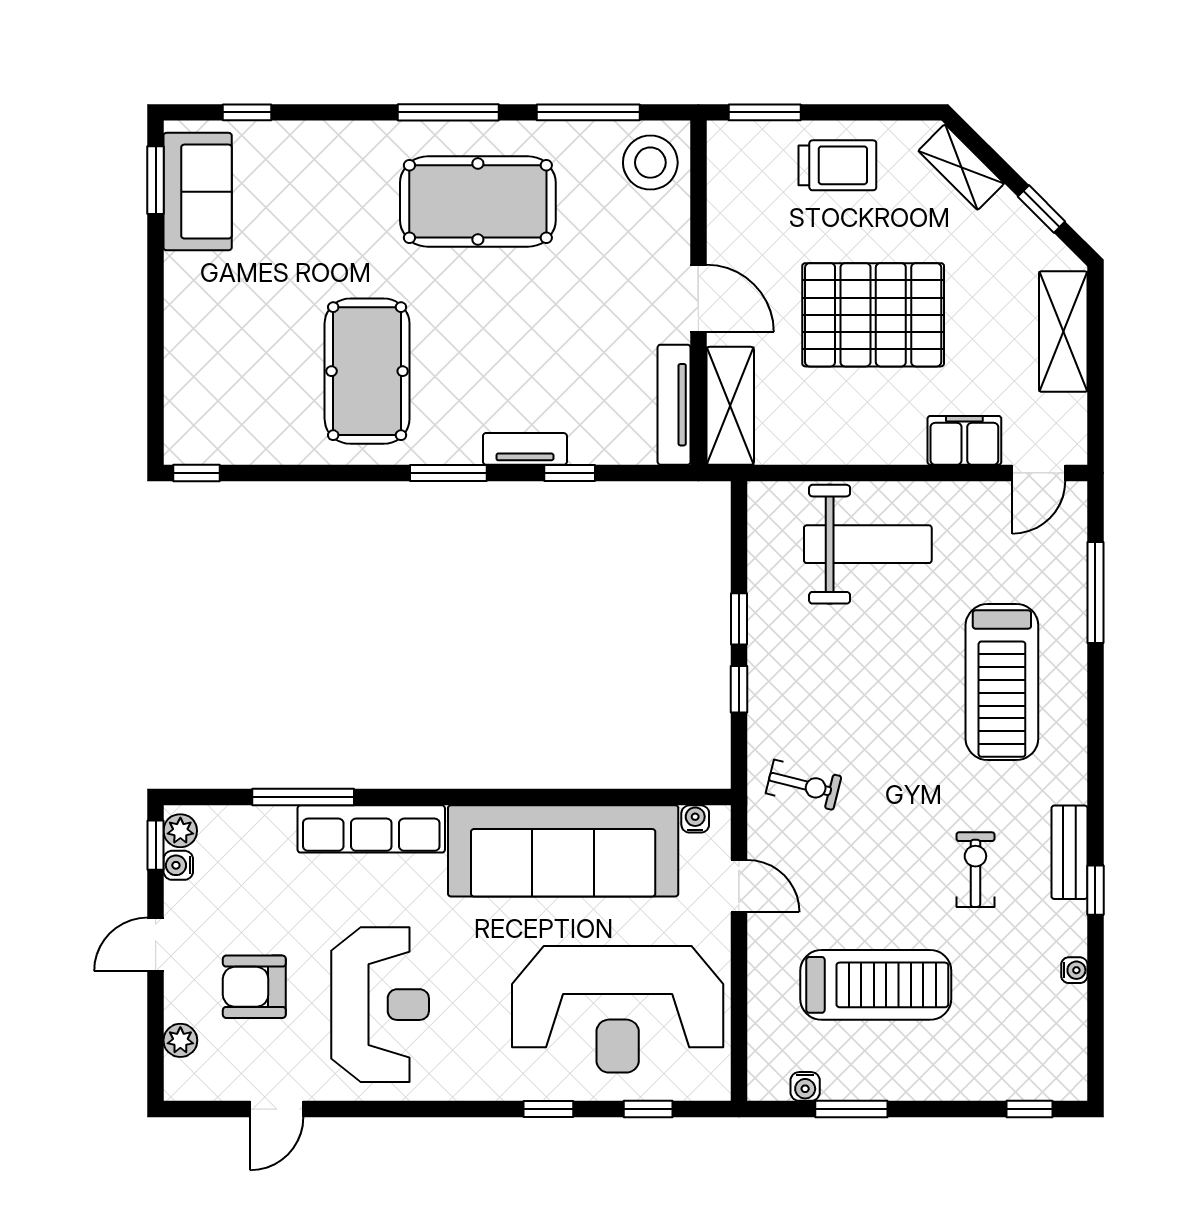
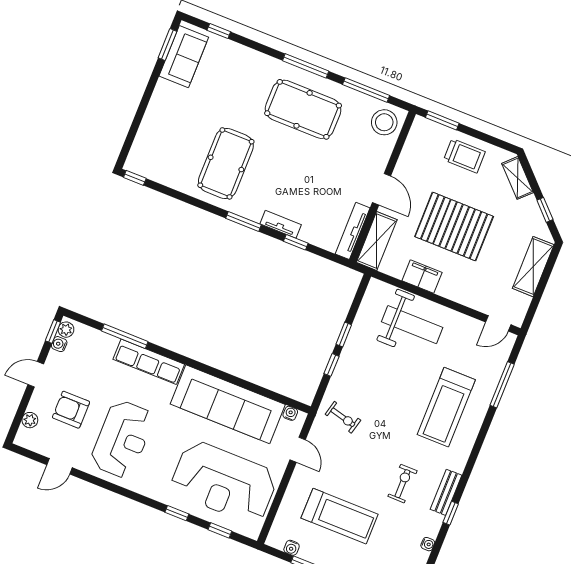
filing cabinet: (964, 440) -> (422, 277), moved

